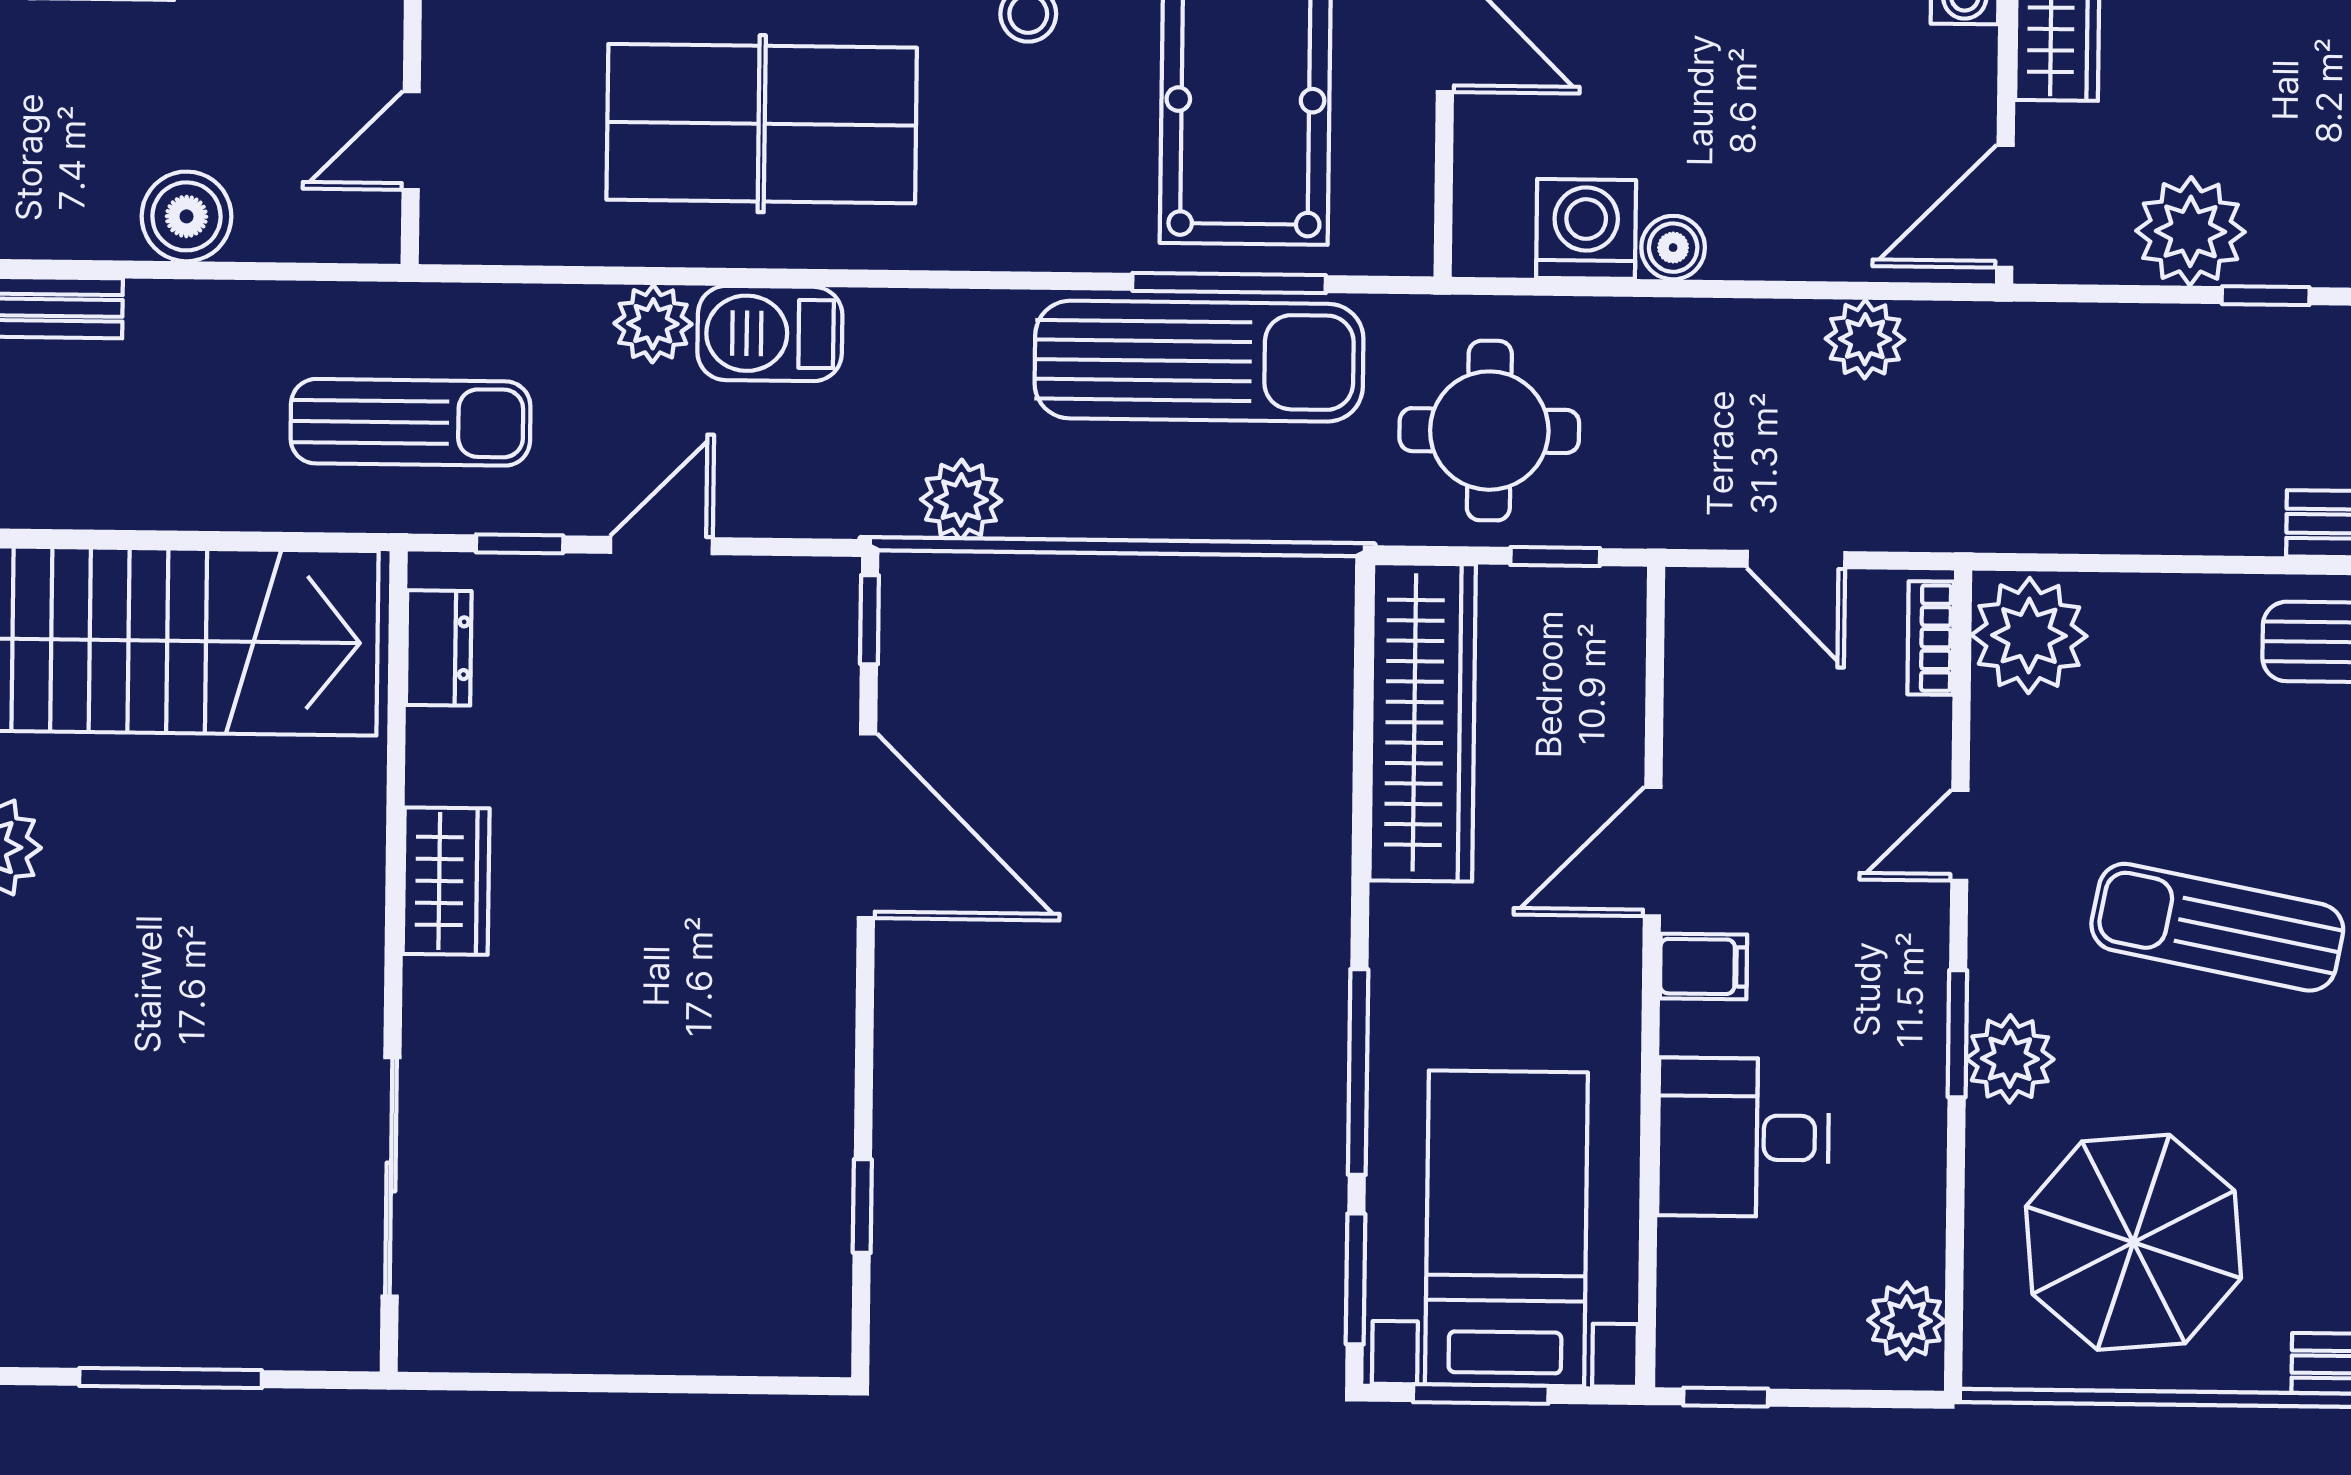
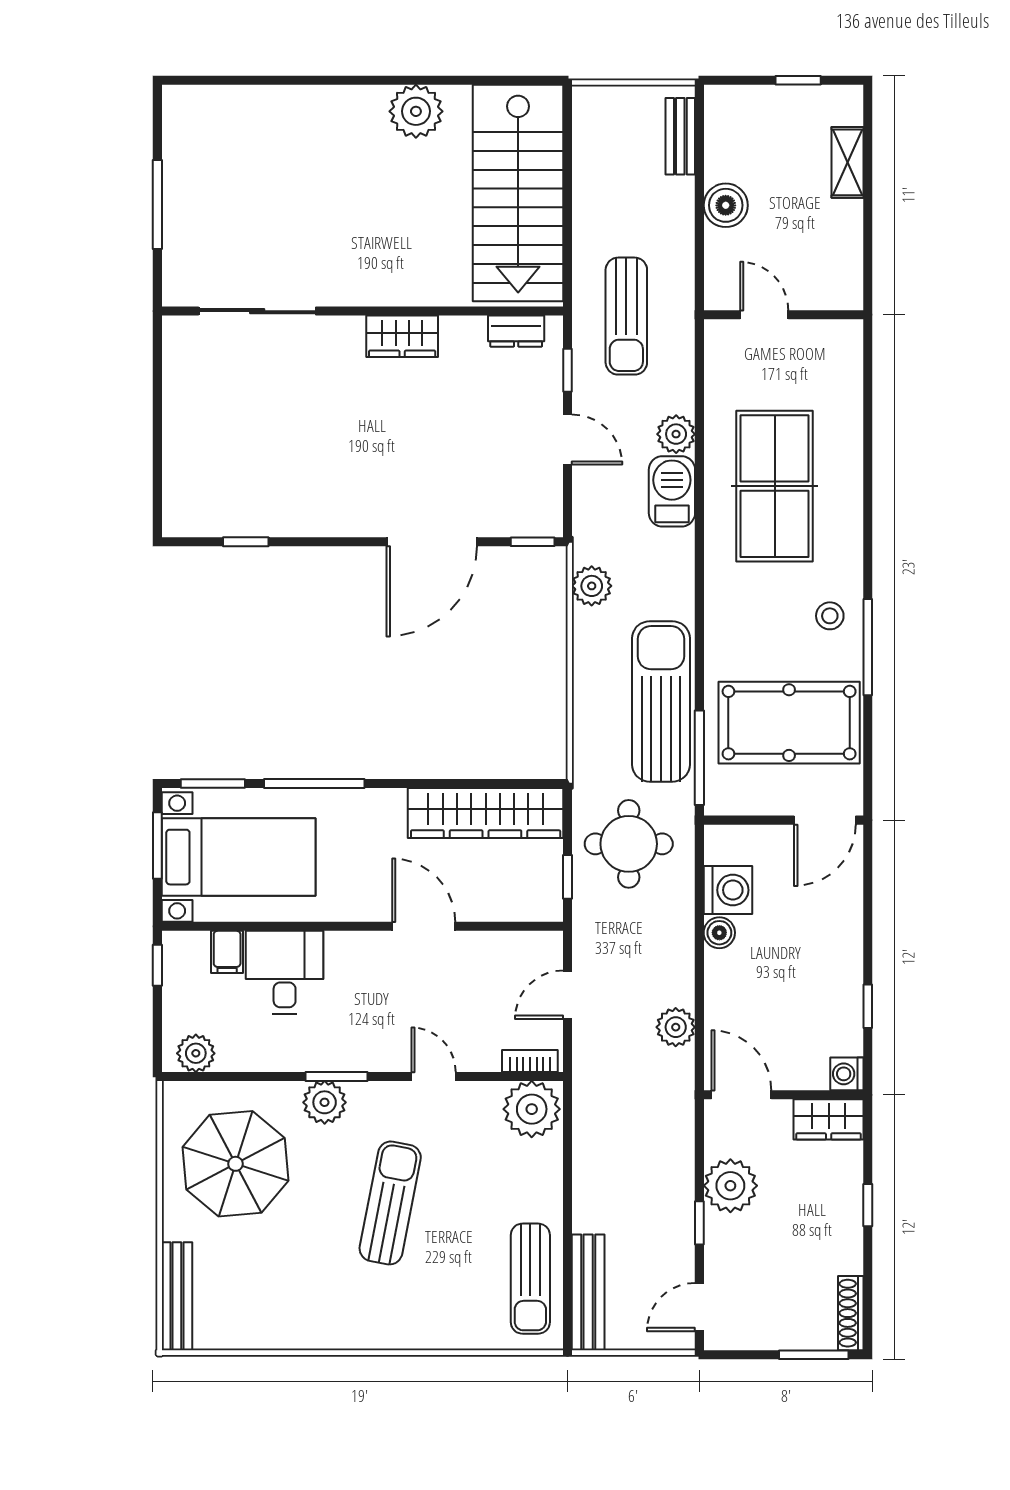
window: (1229, 283) -> (699, 758), moved
sun lounger: (1199, 361) -> (661, 701), turned 180
filing cabinet: (1704, 967) -> (227, 952), moved

